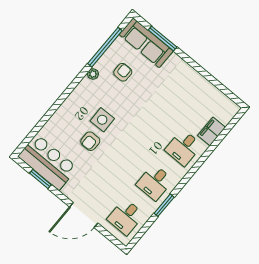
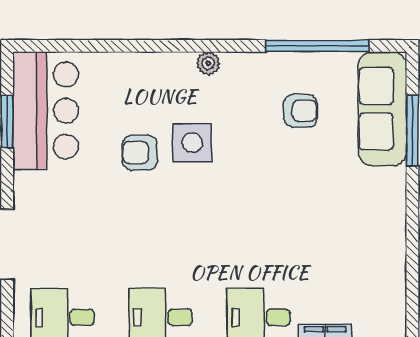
plant: (93, 74) -> (208, 63), moved

